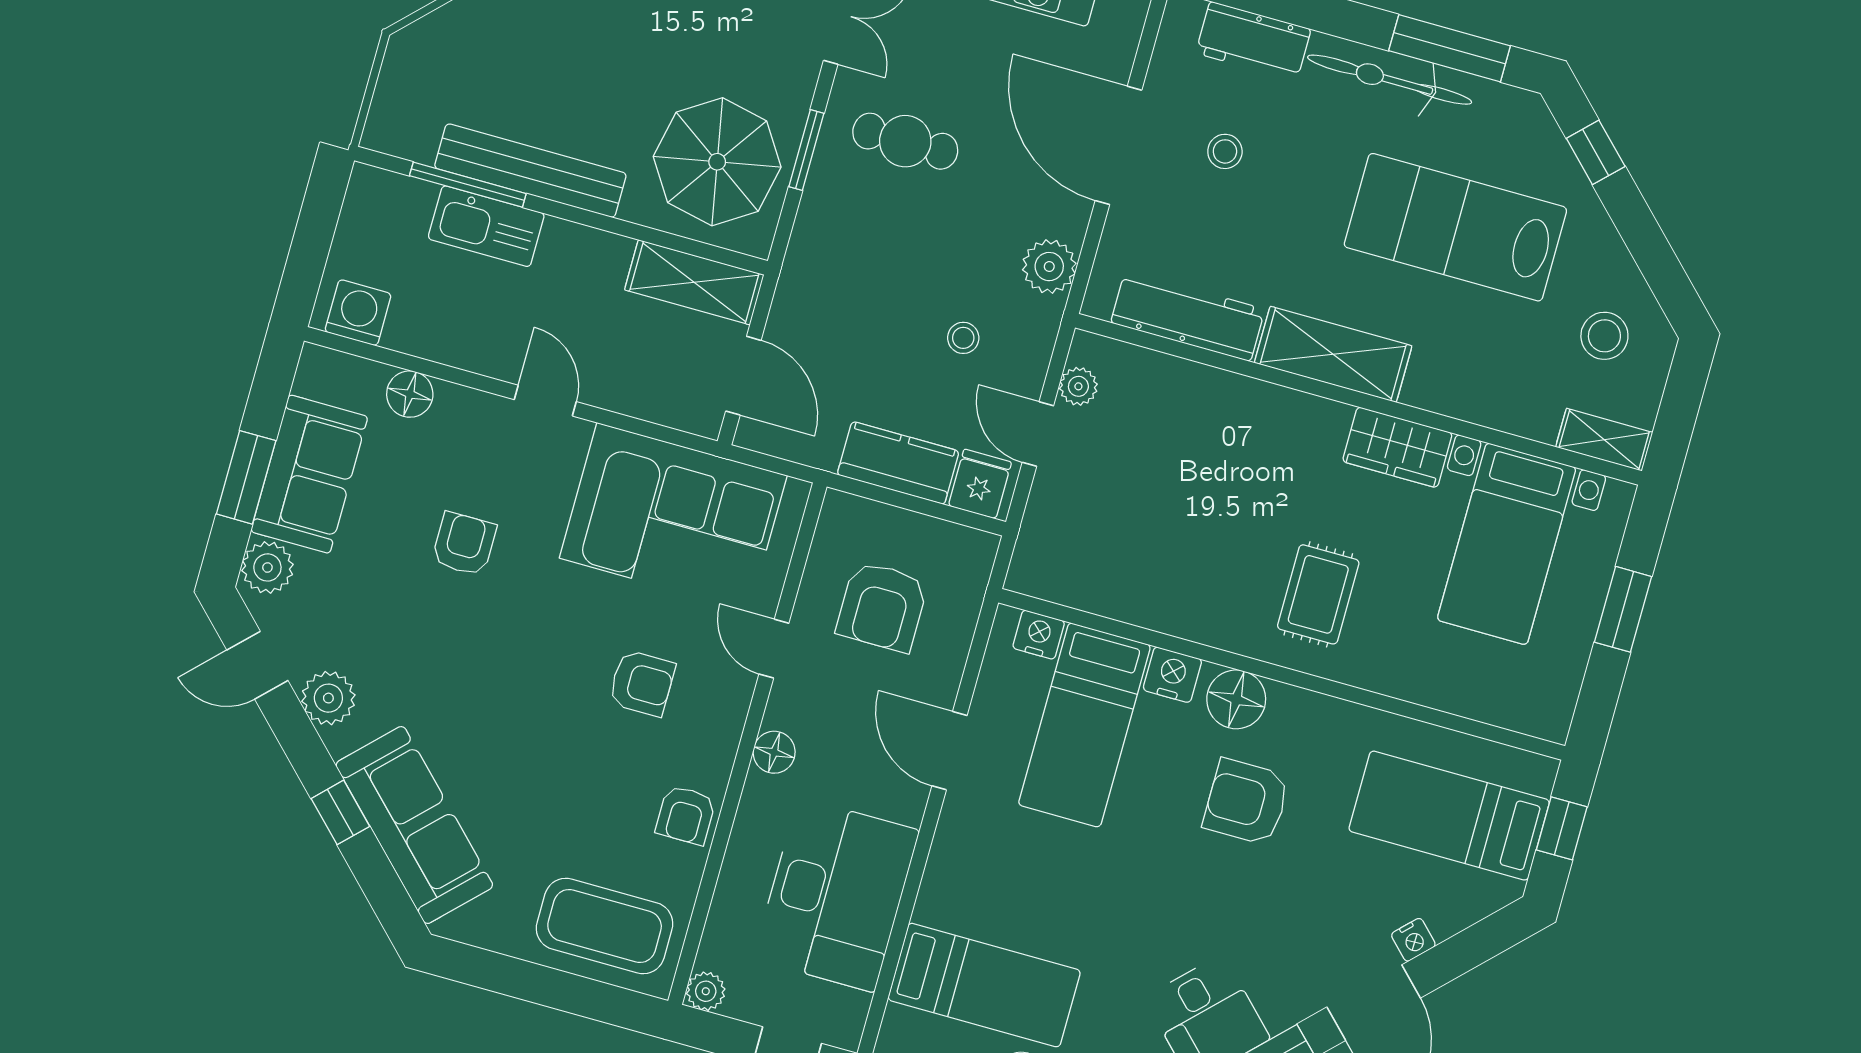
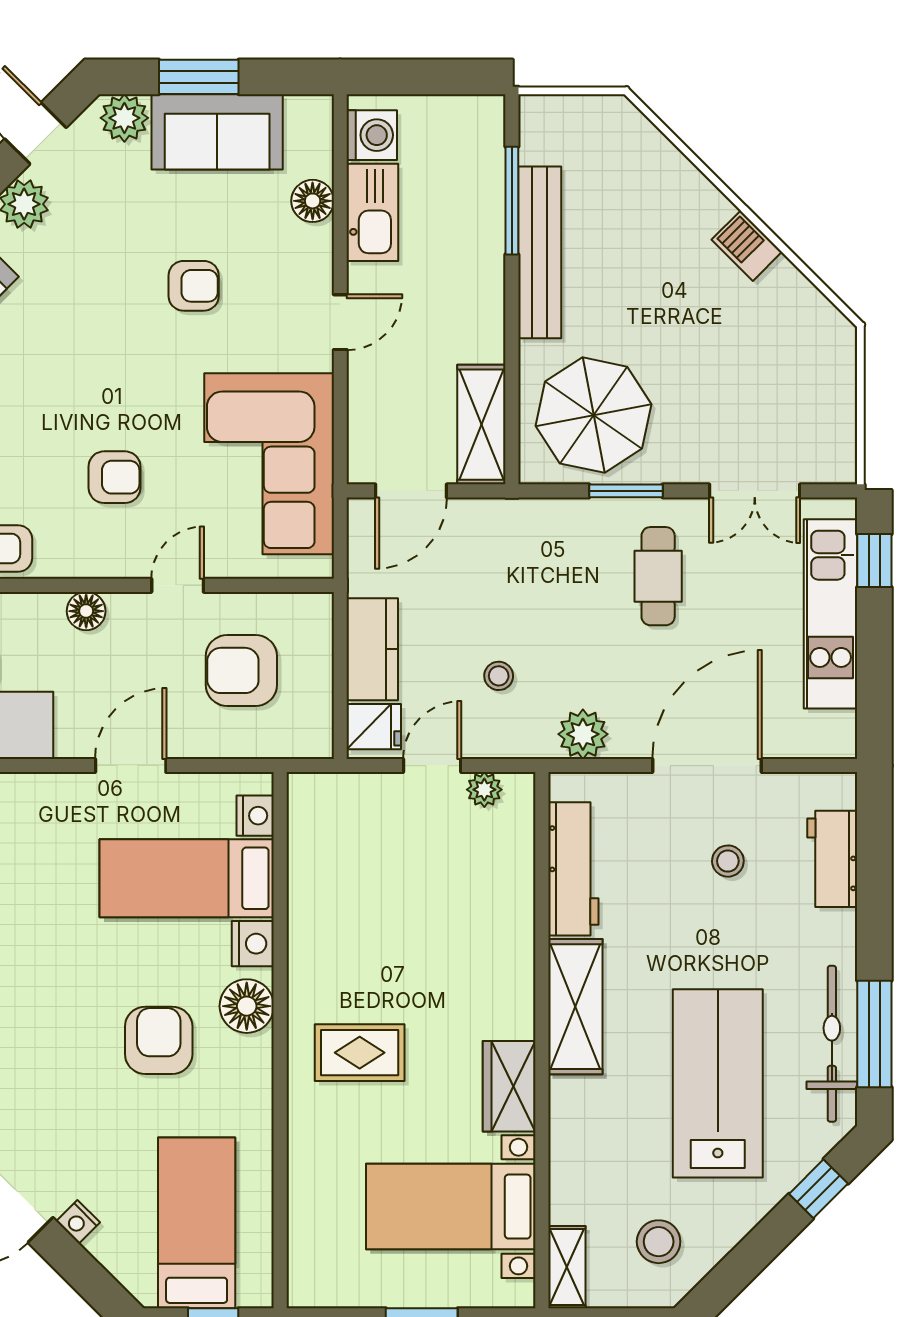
bicycle: (1390, 80) -> (832, 1044), moved
kitchen sink: (486, 226) -> (372, 212), moved, turned 180
armchair: (642, 683) -> (114, 477), turned -90

